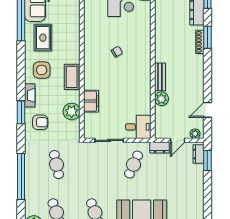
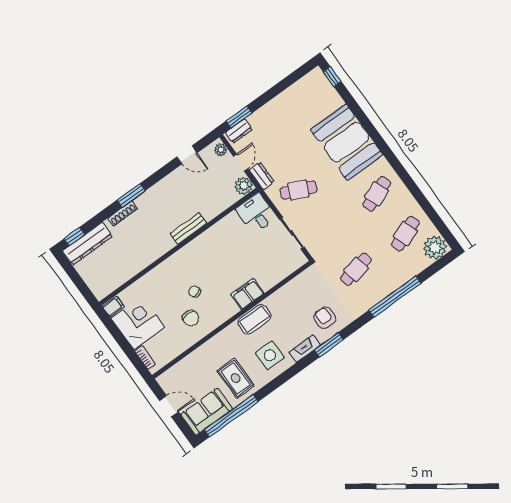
chair: (102, 37) -> (191, 318), added
window: (207, 37) -> (131, 195), moved
rug: (43, 38) -> (236, 378), turned 90
plant: (161, 99) -> (244, 186), moved
filing cabinet: (91, 101) -> (247, 294), moved
plant: (72, 111) -> (290, 293), removed
door: (178, 140) -> (241, 163), hinge flipped

